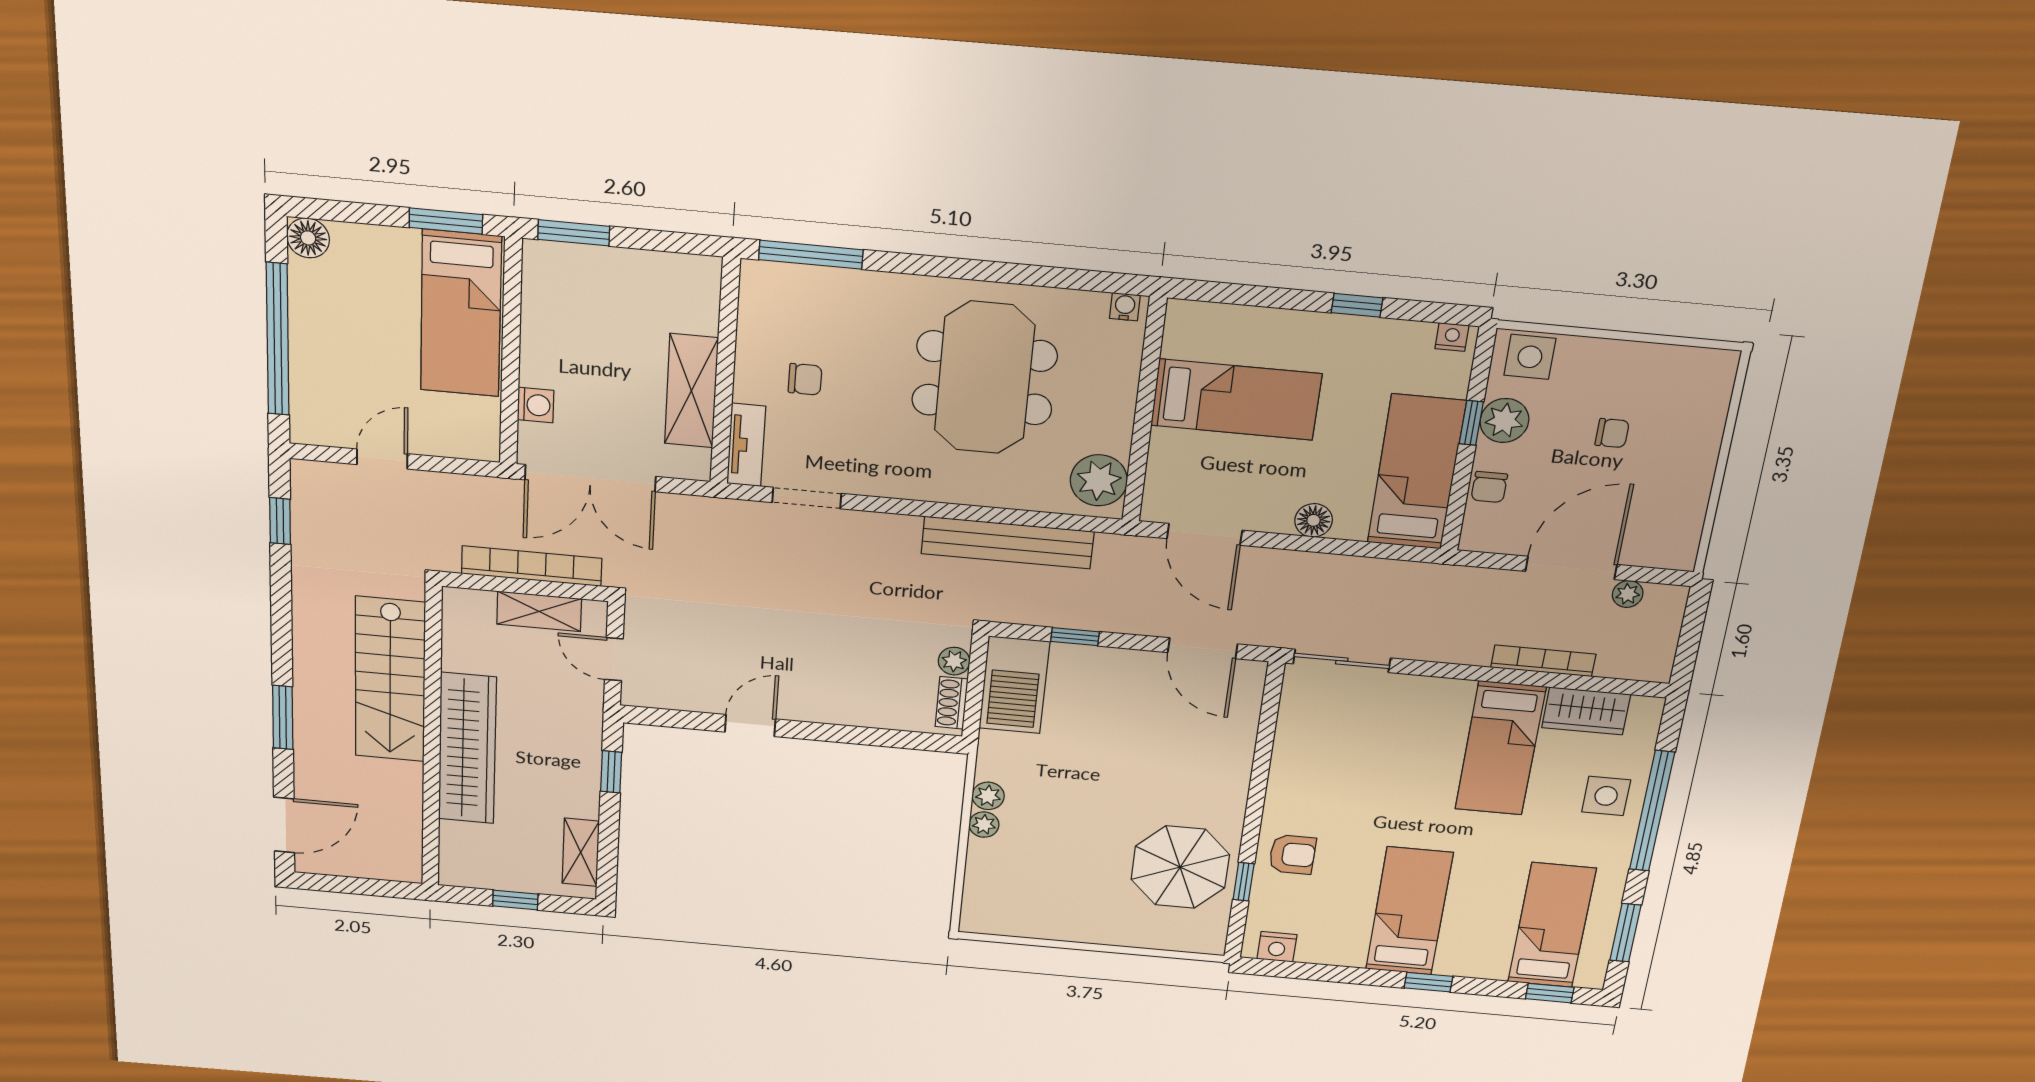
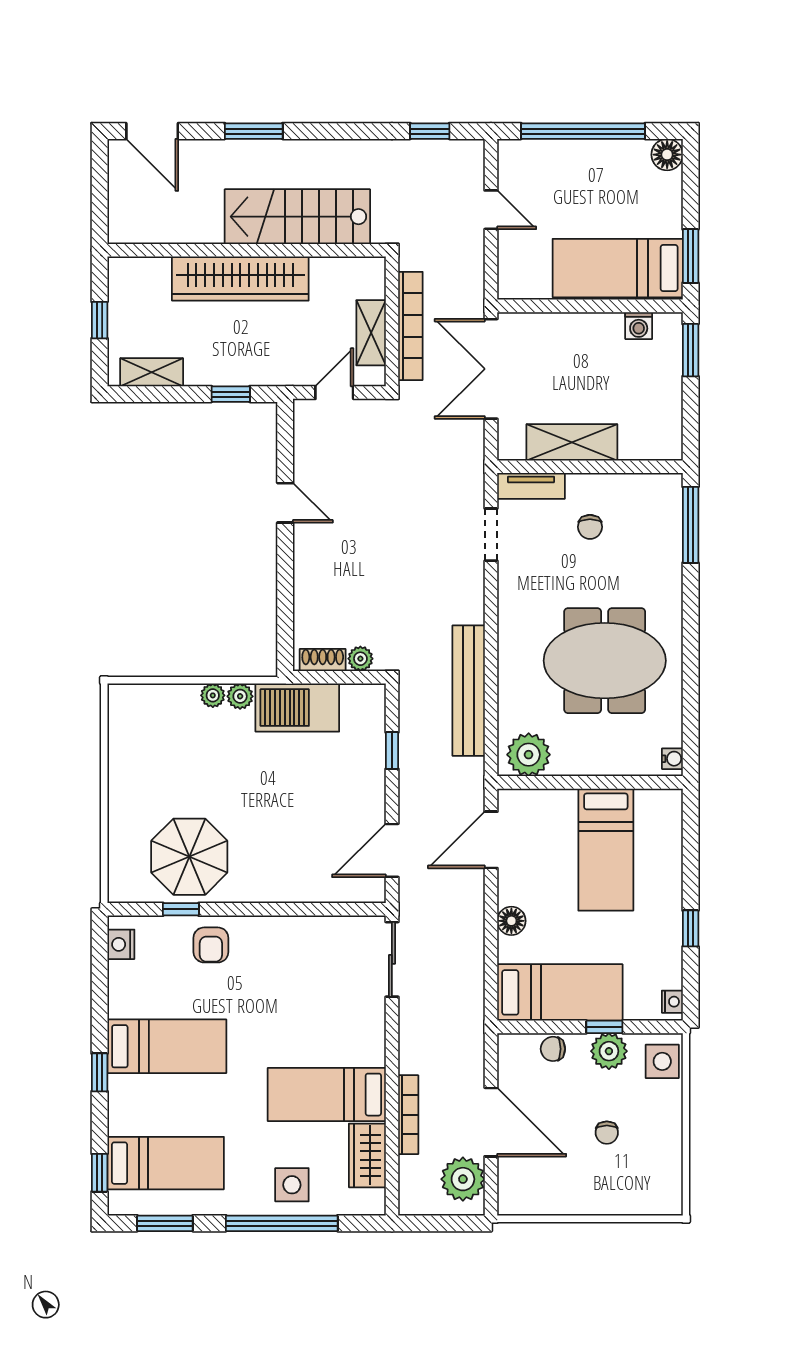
washing machine: (536, 405) -> (639, 326), moved
plant: (1628, 594) -> (463, 1179), width x1.88, depth x1.88
barbecue: (1014, 685) -> (297, 708), moved

